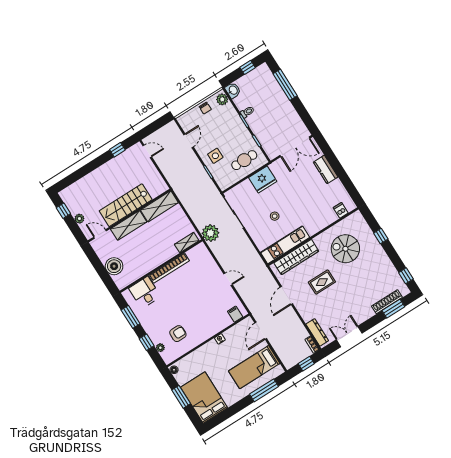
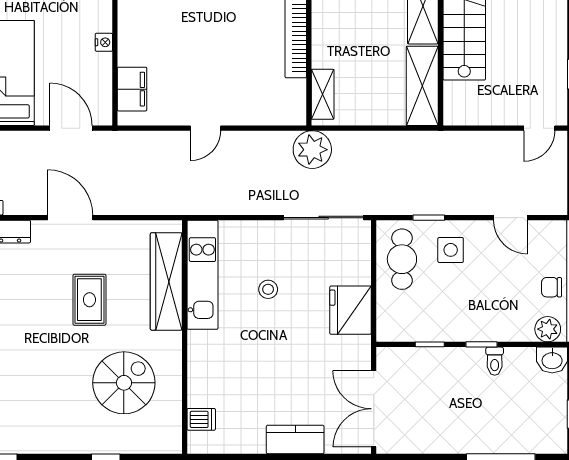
cafe table: (244, 160) -> (402, 259), moved
door: (286, 295) -> (70, 218), moved
filing cabinet: (235, 314) -> (132, 89), width x2.00

